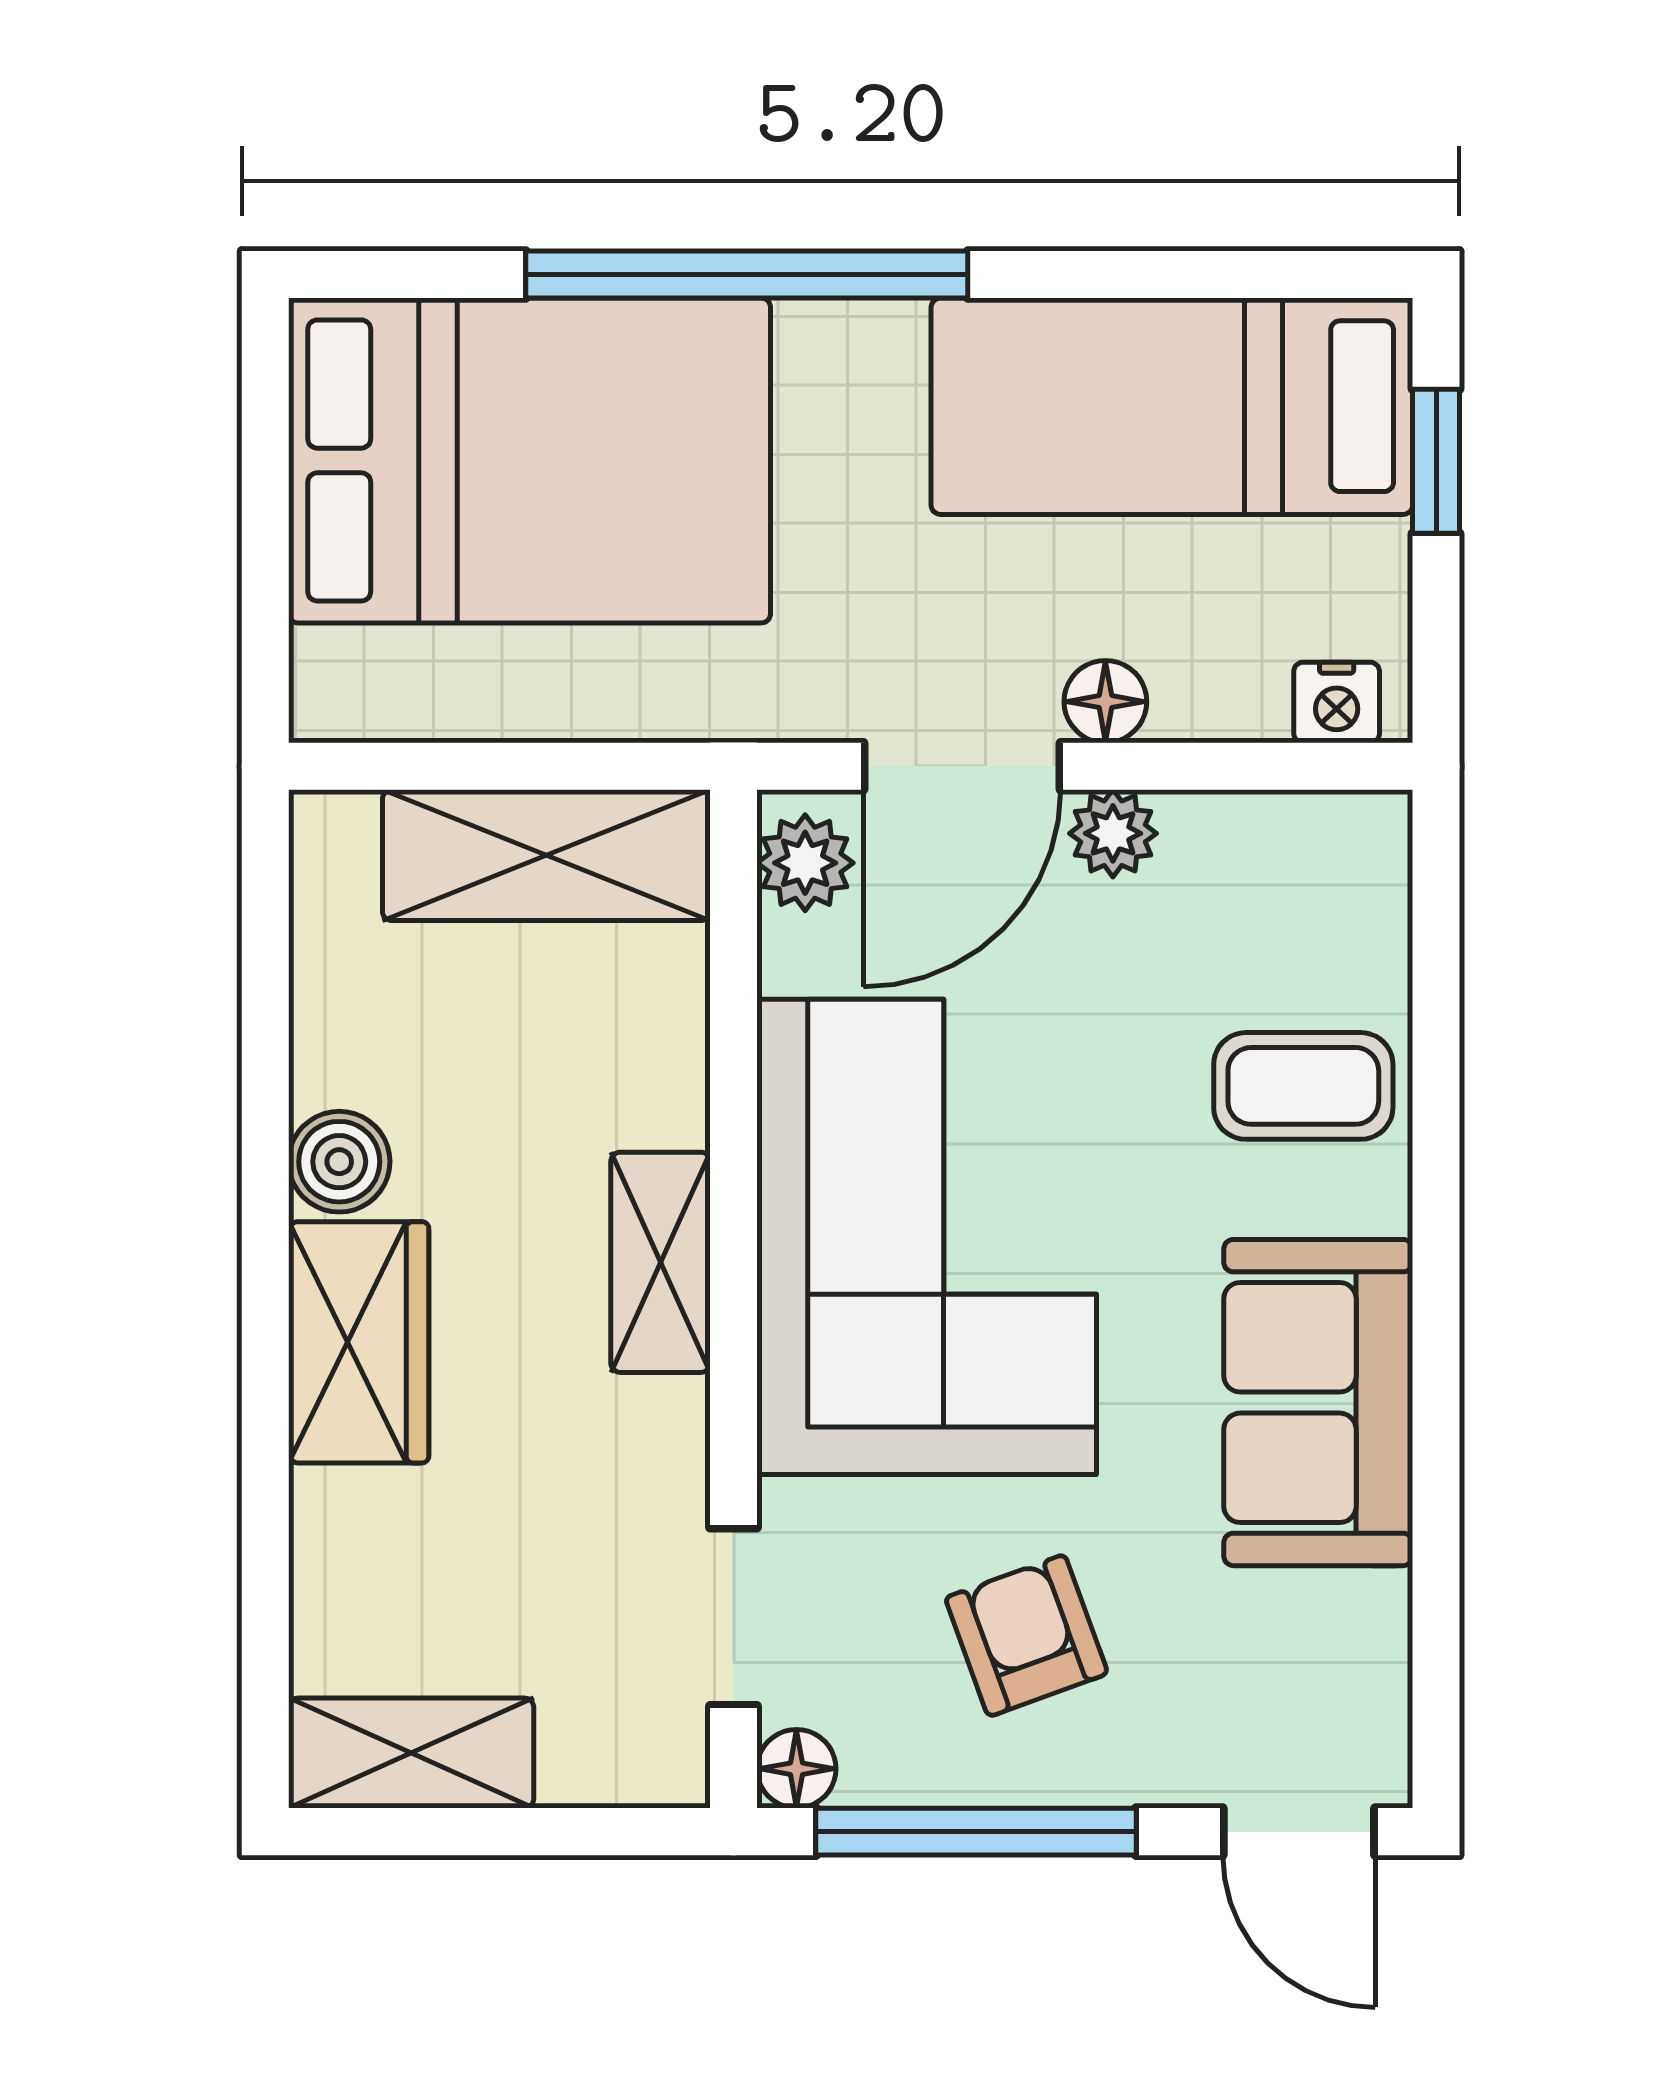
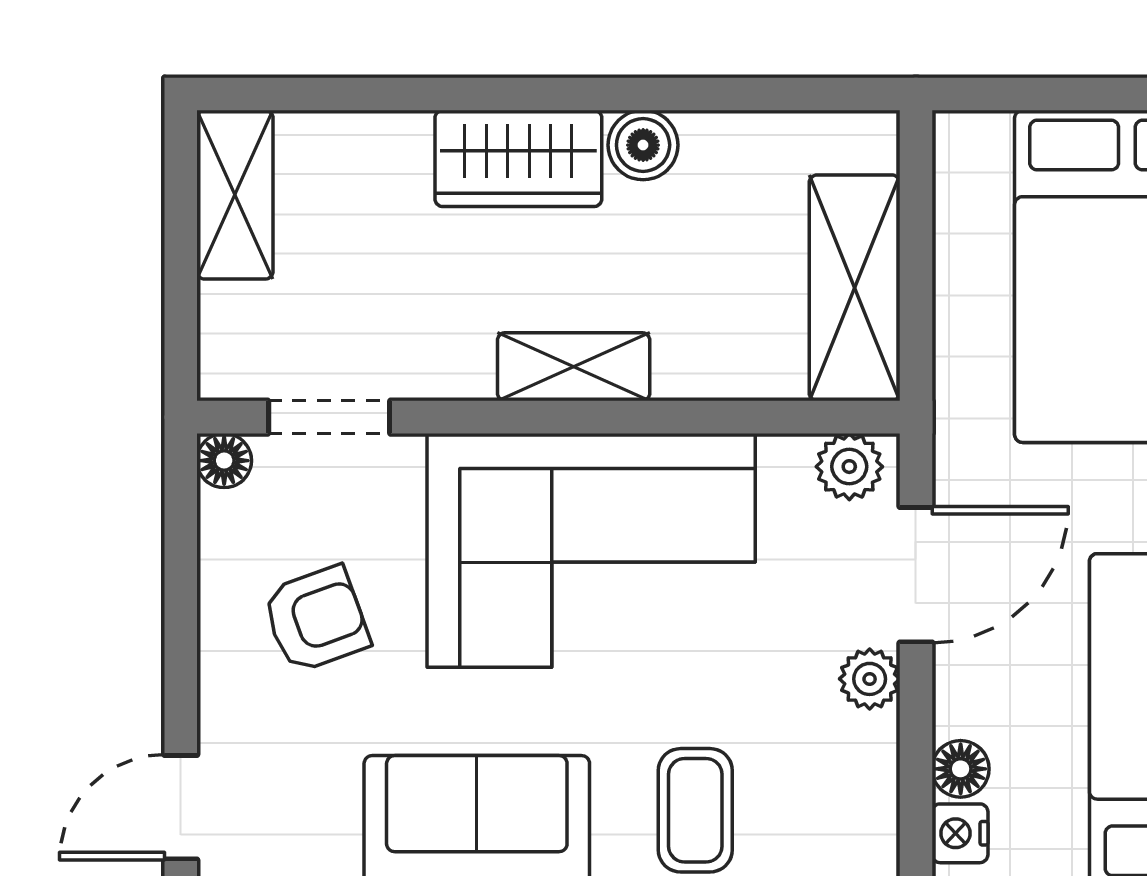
floor lamp: (1105, 702) -> (961, 769), moved
door: (962, 766) -> (916, 575), swing flipped
window: (976, 1832) -> (181, 584), removed

